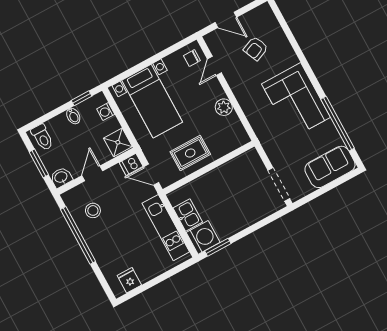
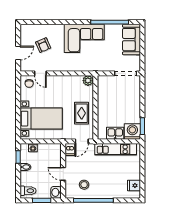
plant: (224, 107) -> (88, 81), moved
shower: (118, 142) -> (54, 150), removed

